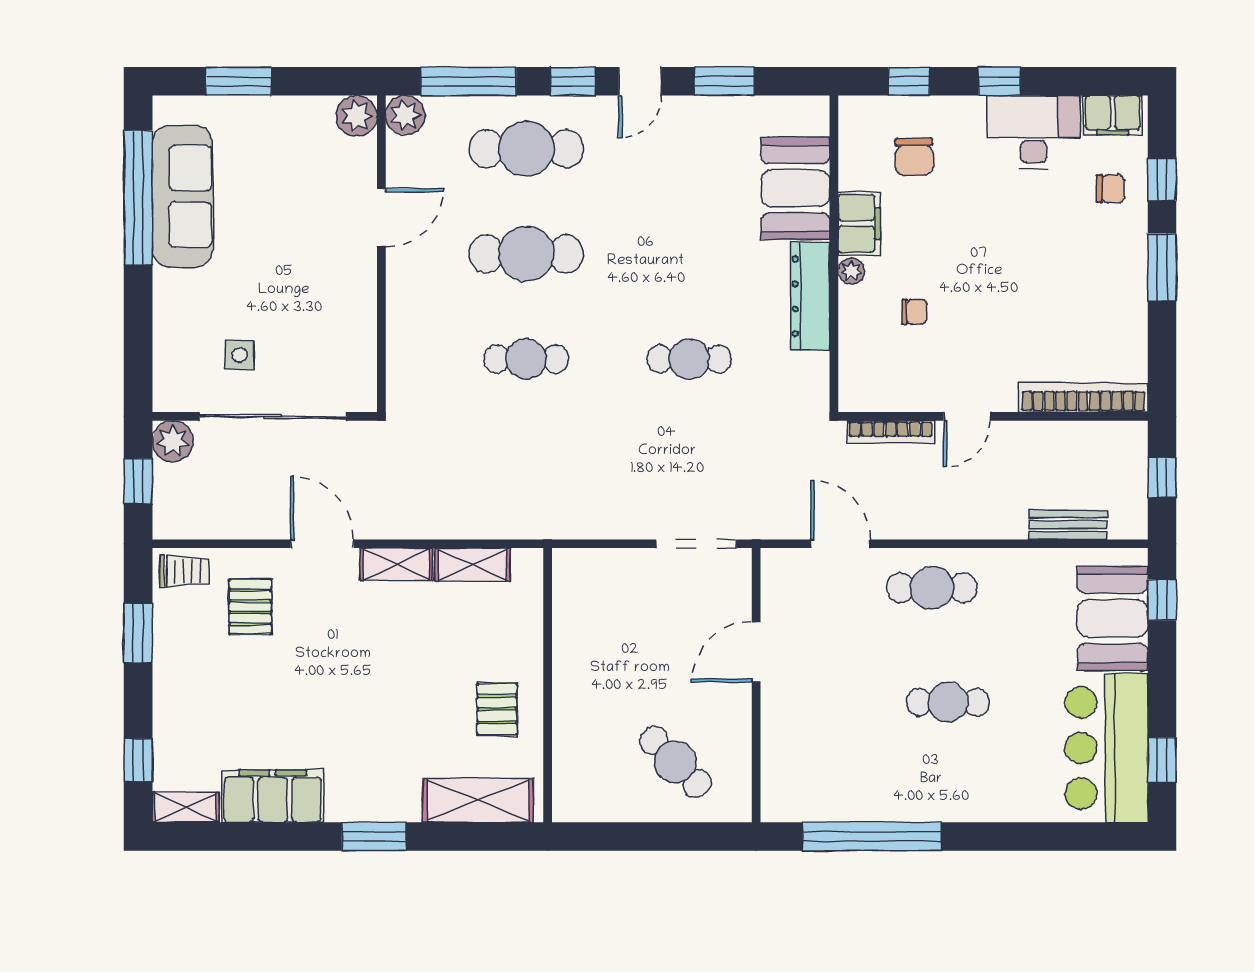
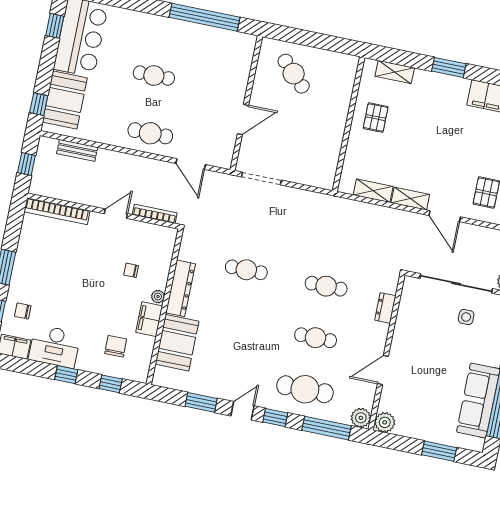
cafe table: (526, 254) -> (316, 338), width x0.73, depth x0.74
dresser: (402, 340) -> (385, 308), added
shelving: (478, 800) -> (395, 72), width x0.67, depth x0.75

